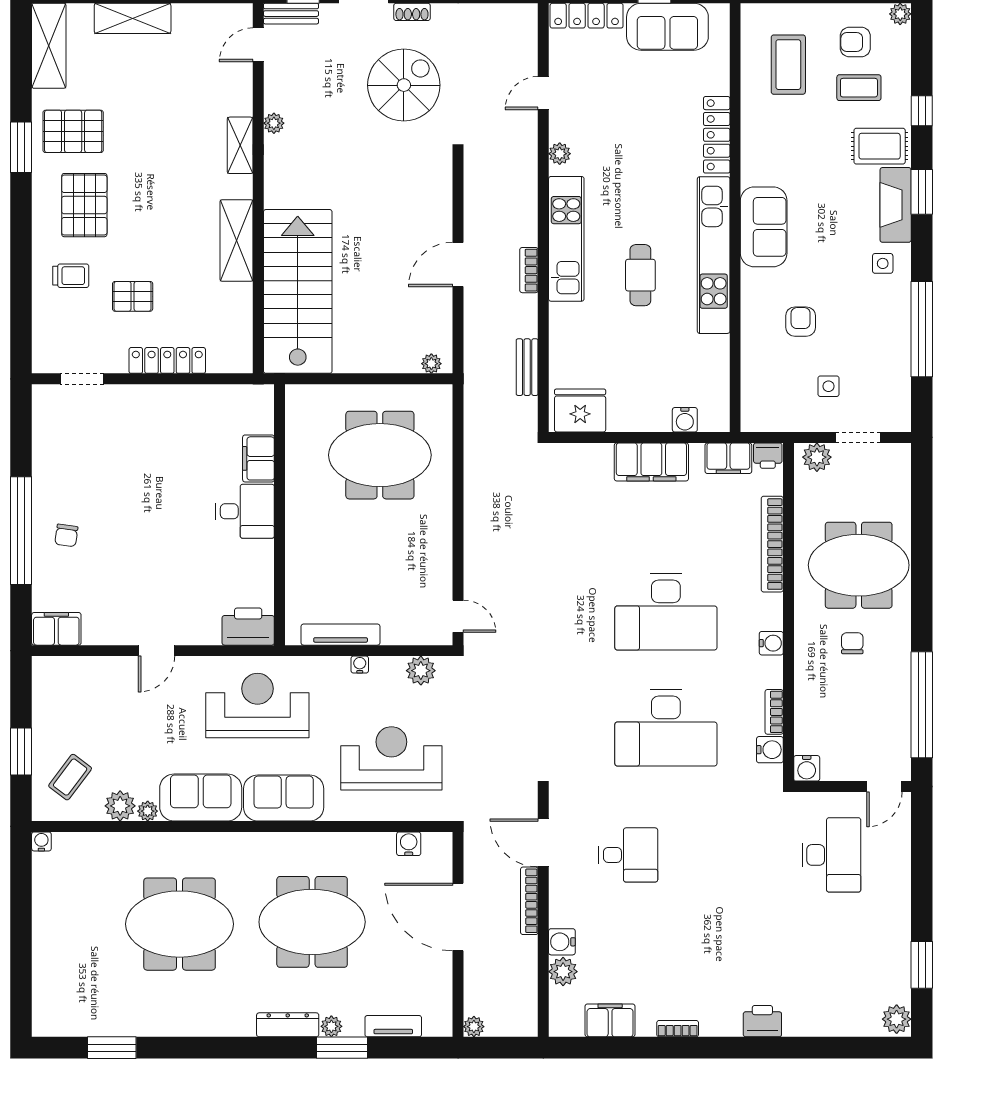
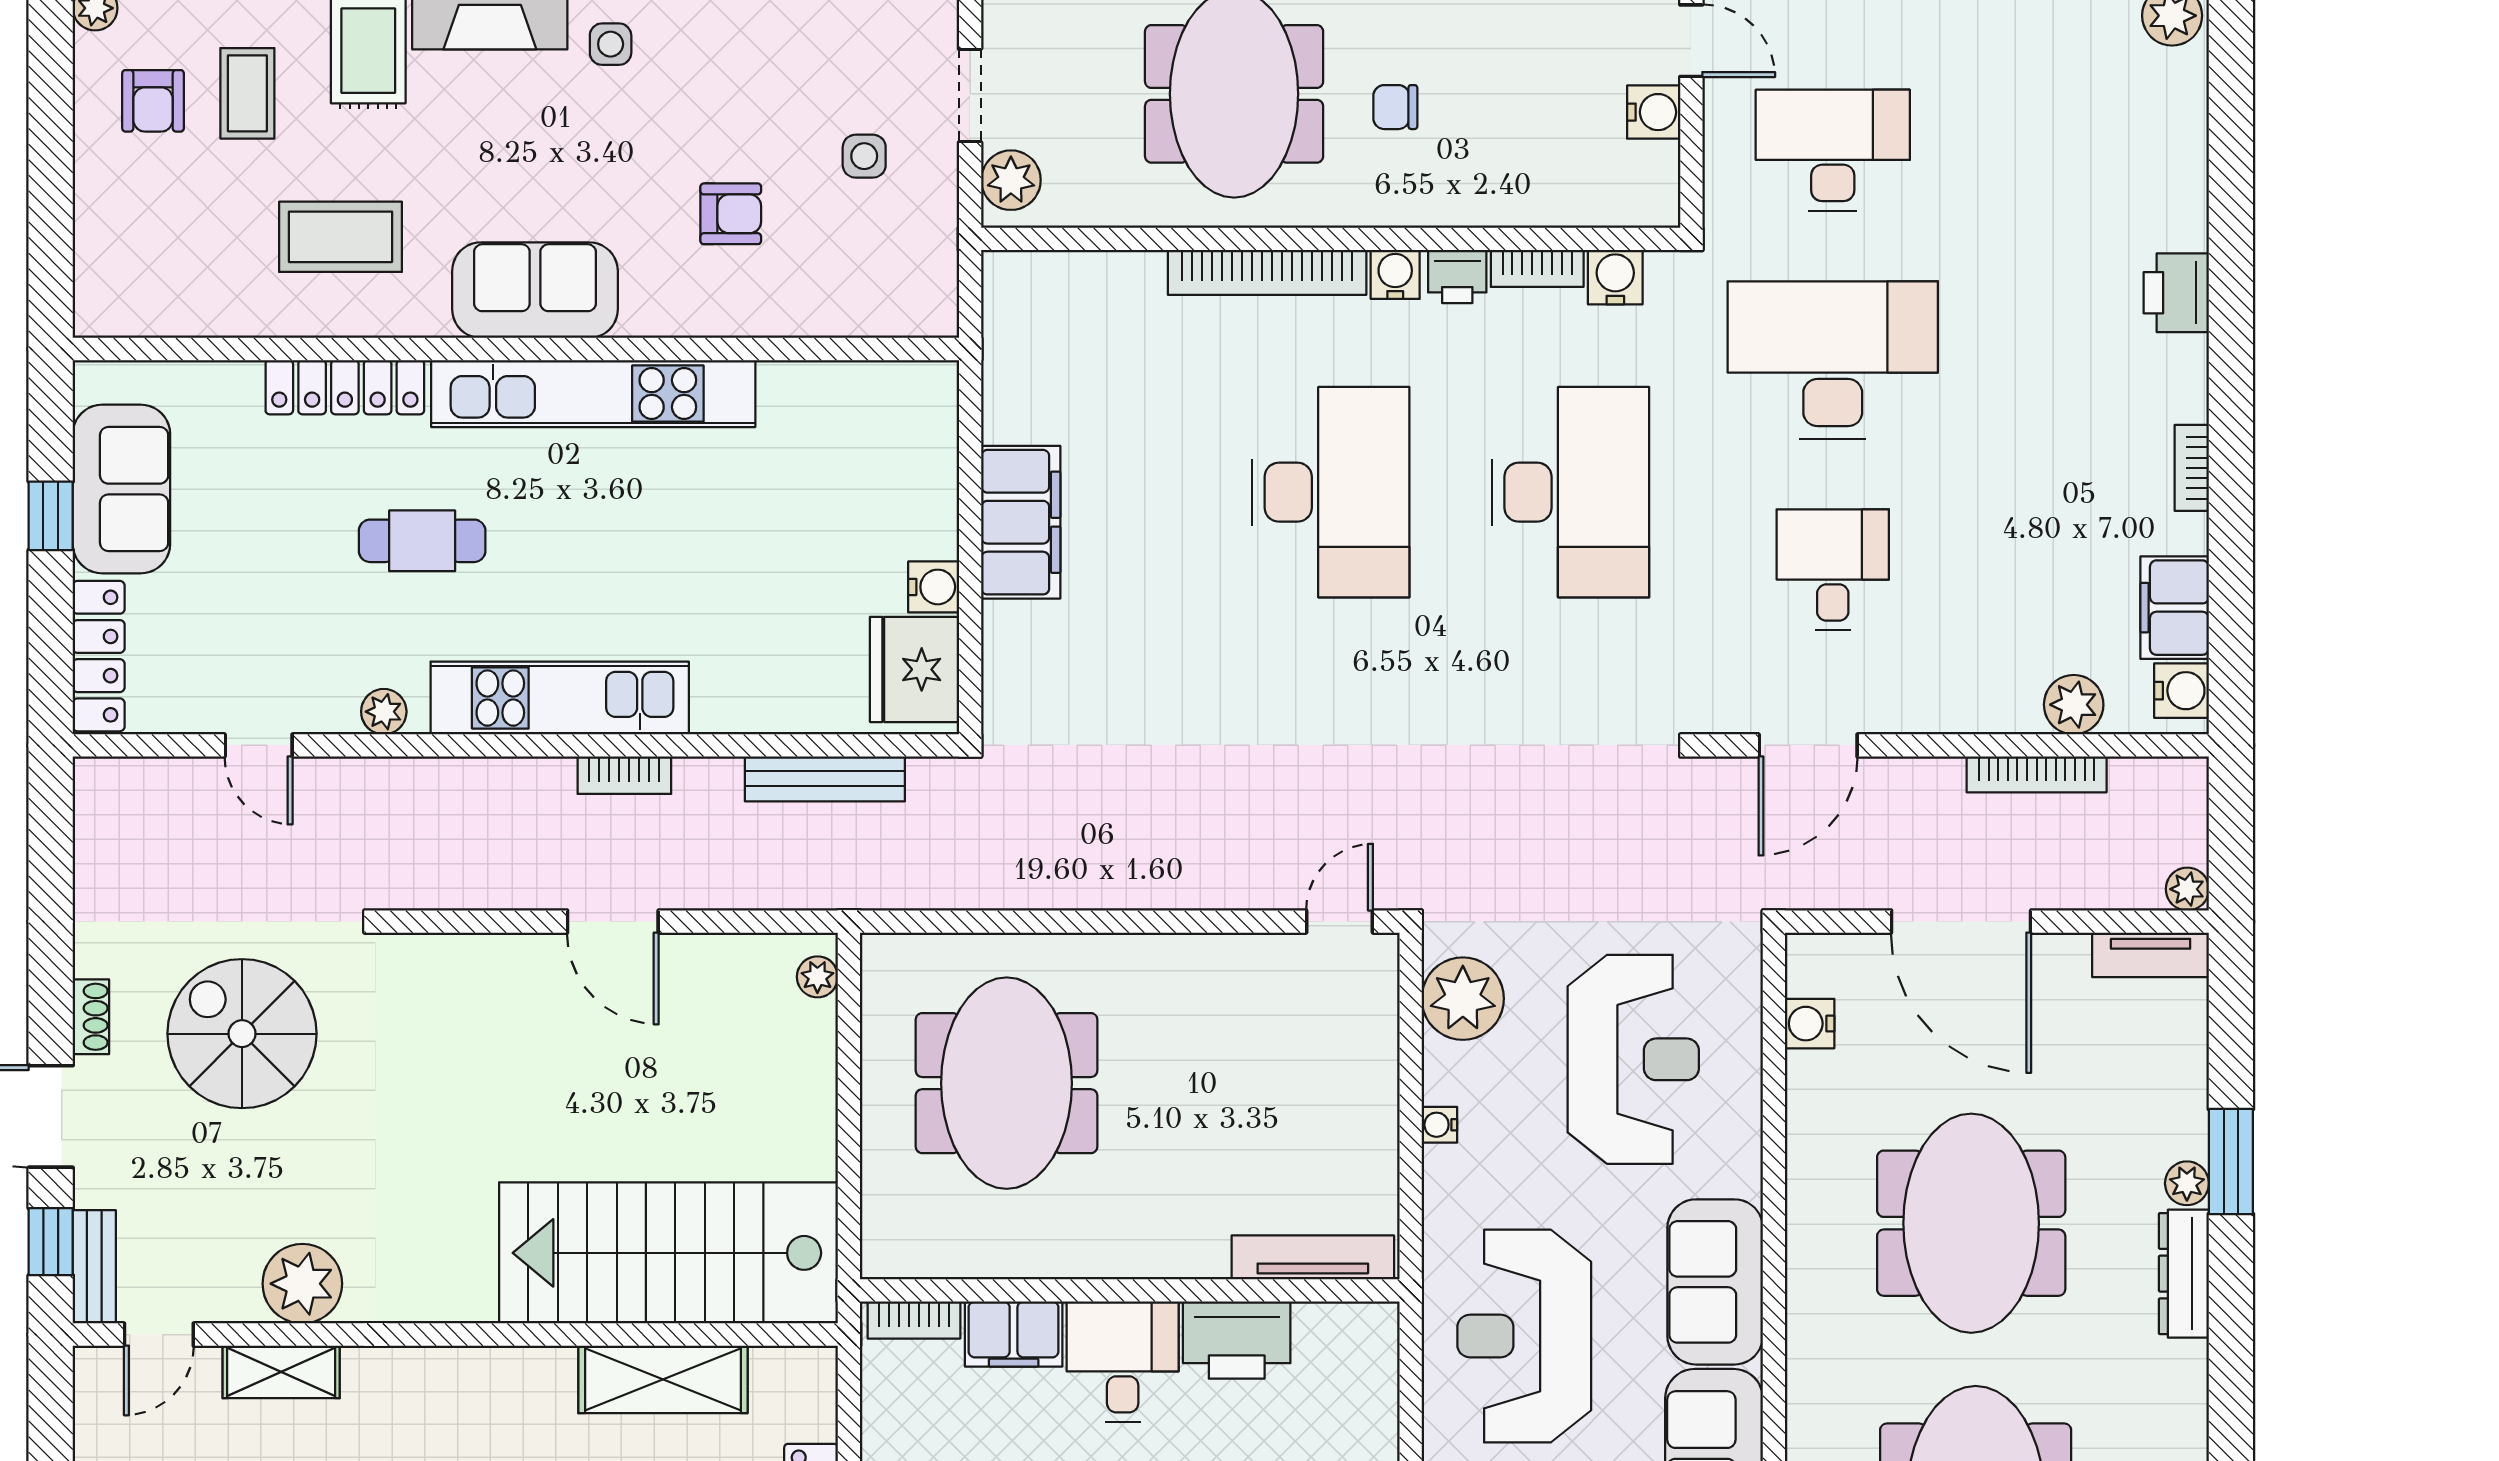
door: (258, 45) -> (159, 1335), hinge flipped
coffee table: (788, 65) -> (341, 237), moved
plant: (274, 123) -> (302, 1284), width x1.88, depth x1.88
shelving: (240, 145) -> (281, 1372), moved
shelving: (237, 240) -> (663, 1379), moved
cafe table: (640, 275) -> (422, 541), moved
armchair: (801, 322) -> (731, 214), turned 180
bench: (527, 367) -> (825, 779), width x1.36
bookcase: (265, 410) -> (914, 1320), added
water cooler: (685, 420) -> (934, 587), moved
printer: (768, 456) -> (1457, 276), moved, turned 90
filing cabinet: (728, 458) -> (1013, 363), removed
bookcase: (772, 544) -> (1267, 272), moved
printer: (248, 627) -> (1237, 1340), moved, turned -90
tv unit: (341, 635) -> (1313, 1257), moved, turned 90
plant: (421, 671) -> (1463, 999), width x1.36, depth x1.36
reception desk: (391, 758) -> (1633, 1059), turned 180
water cooler: (807, 768) -> (1654, 112), moved
desk: (730, 855) -> (1833, 360), added
bookcase: (529, 901) -> (2037, 774), moved
door: (458, 917) -> (1961, 922), hinge flipped
water cooler: (562, 942) -> (2182, 691), moved, turned -90
tv unit: (393, 1026) -> (2151, 955), moved, turned -90

